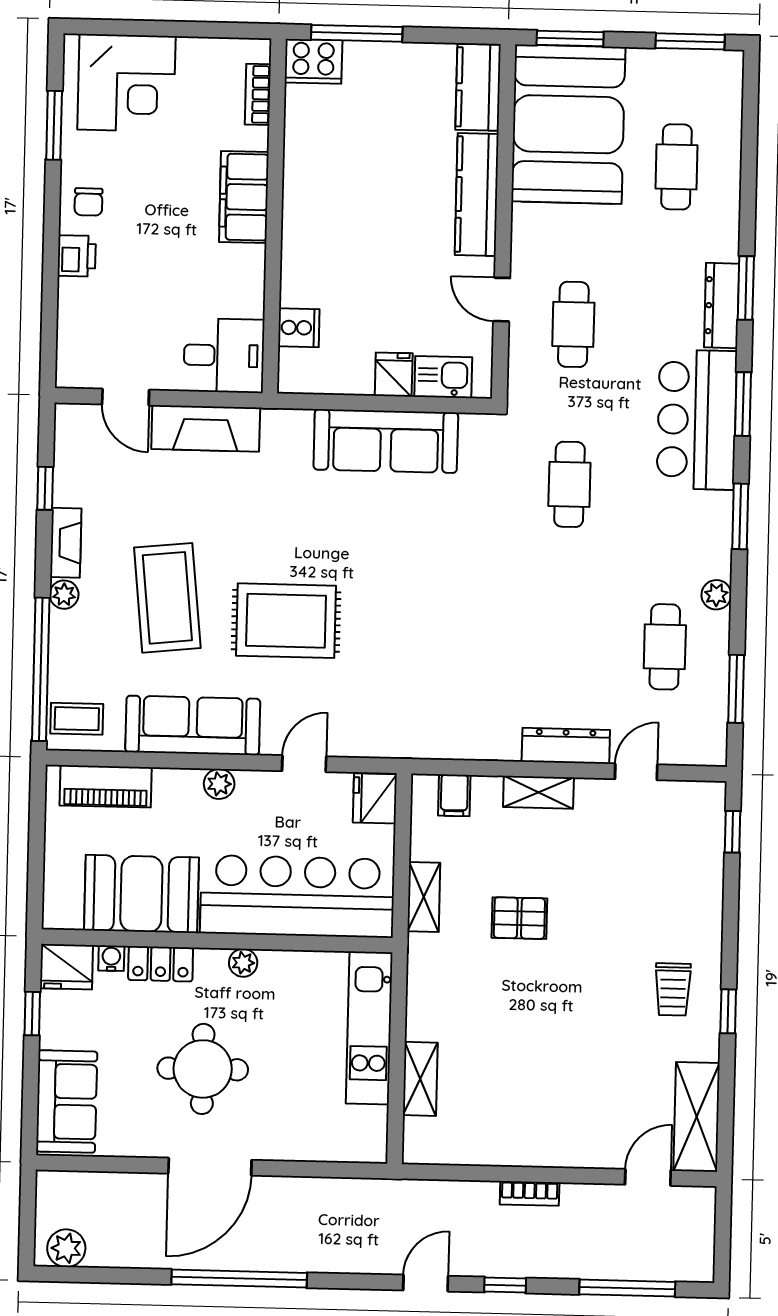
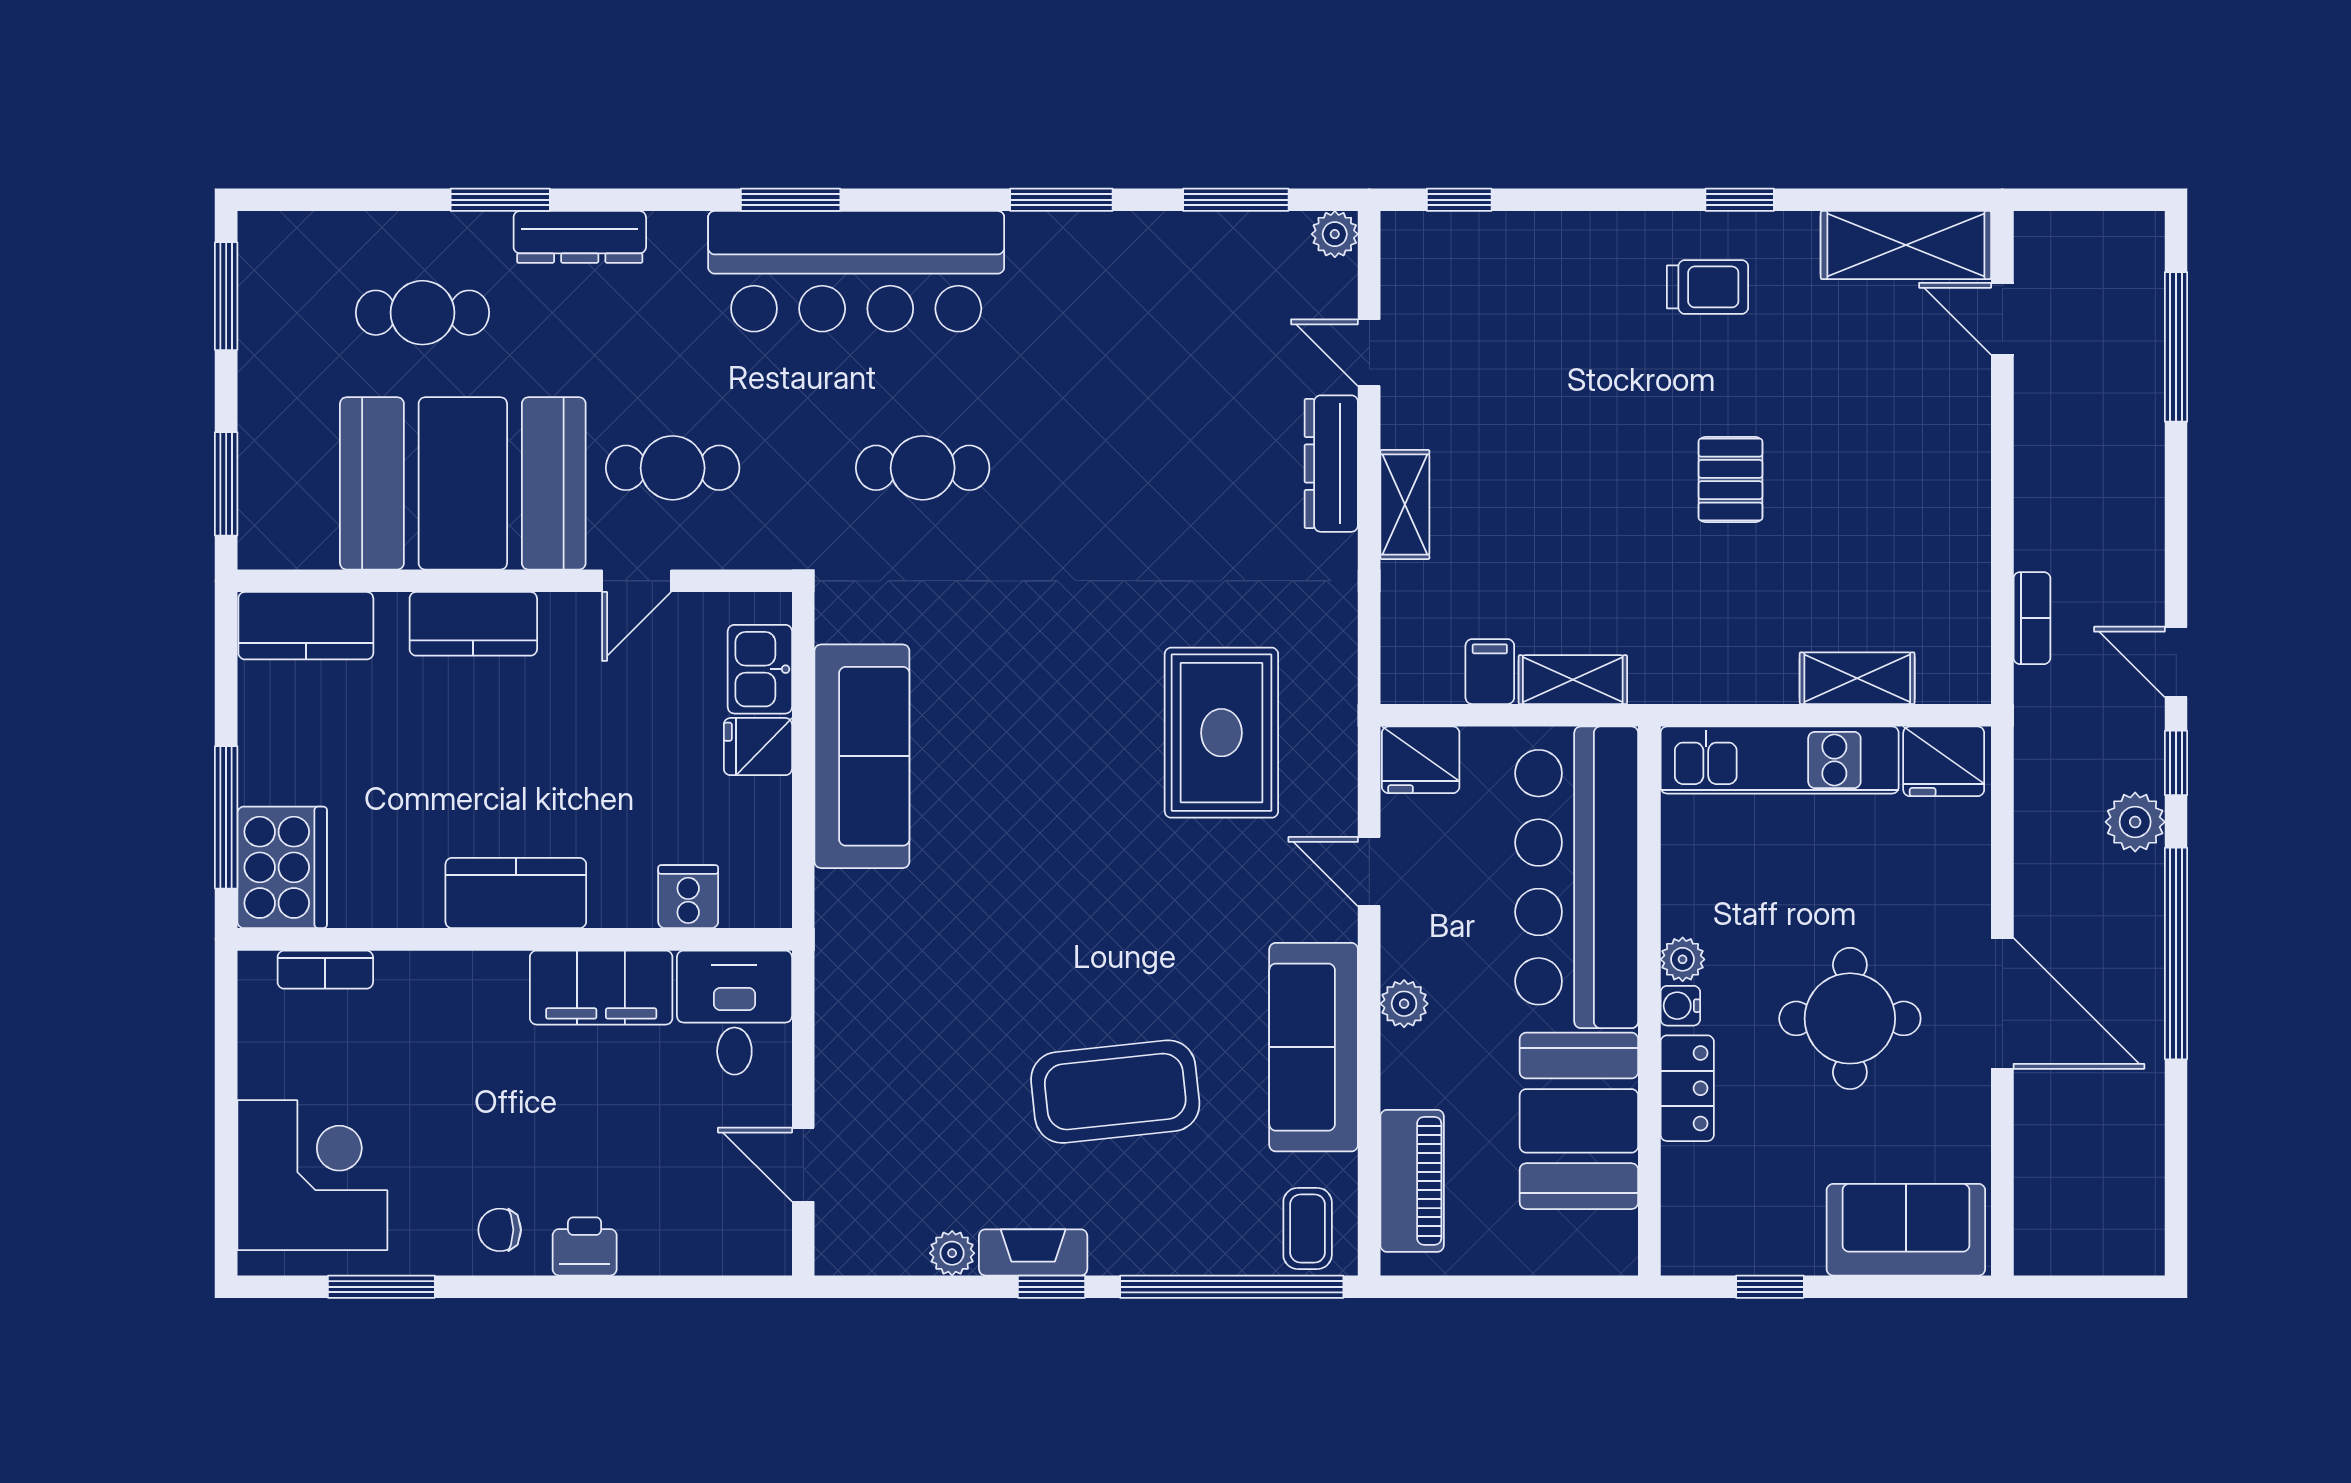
cooker: (313, 61) -> (282, 867), width x1.37, depth x1.31
booth: (568, 124) -> (463, 483), moved
kitchen counter: (477, 194) -> (473, 624), width x0.67
filing cabinet: (244, 197) -> (601, 988), moved
chair: (89, 202) -> (500, 1230), turned 180
kitchen counter: (304, 217) -> (516, 893), added
window: (746, 288) -> (500, 200), moved
dresser: (722, 305) -> (580, 237), moved
door: (126, 397) -> (803, 1165), swing flipped
bar counter: (697, 420) -> (856, 271), width x1.36
fireplace: (206, 428) -> (849, 1038), removed
window: (45, 488) -> (1052, 1287), moved
window: (740, 516) -> (1061, 200), moved
plant: (64, 595) -> (952, 1253), moved
plant: (716, 595) -> (1335, 234), moved
rug: (286, 621) -> (1221, 733), moved
cafe table: (665, 647) -> (1173, 313), removed
filing cabinet: (454, 795) -> (1490, 672), moved, turned -90
pallet: (519, 918) -> (1730, 480), moved
water cooler: (111, 958) -> (1680, 1006), moved
fridge: (67, 967) -> (1944, 761), moved, turned 90
bookcase: (530, 1193) -> (2032, 618), moved
plant: (66, 1248) -> (2135, 822), moved
window: (505, 1285) -> (2176, 763), moved

